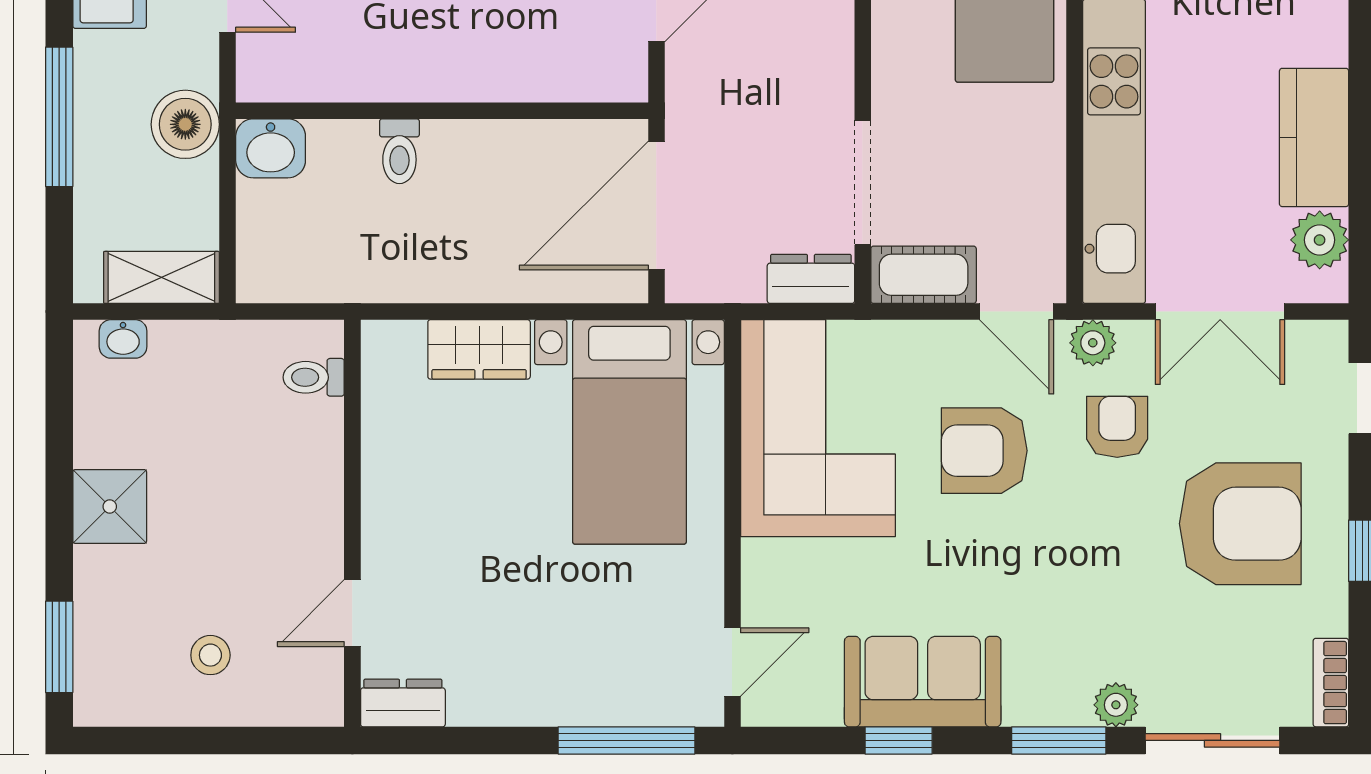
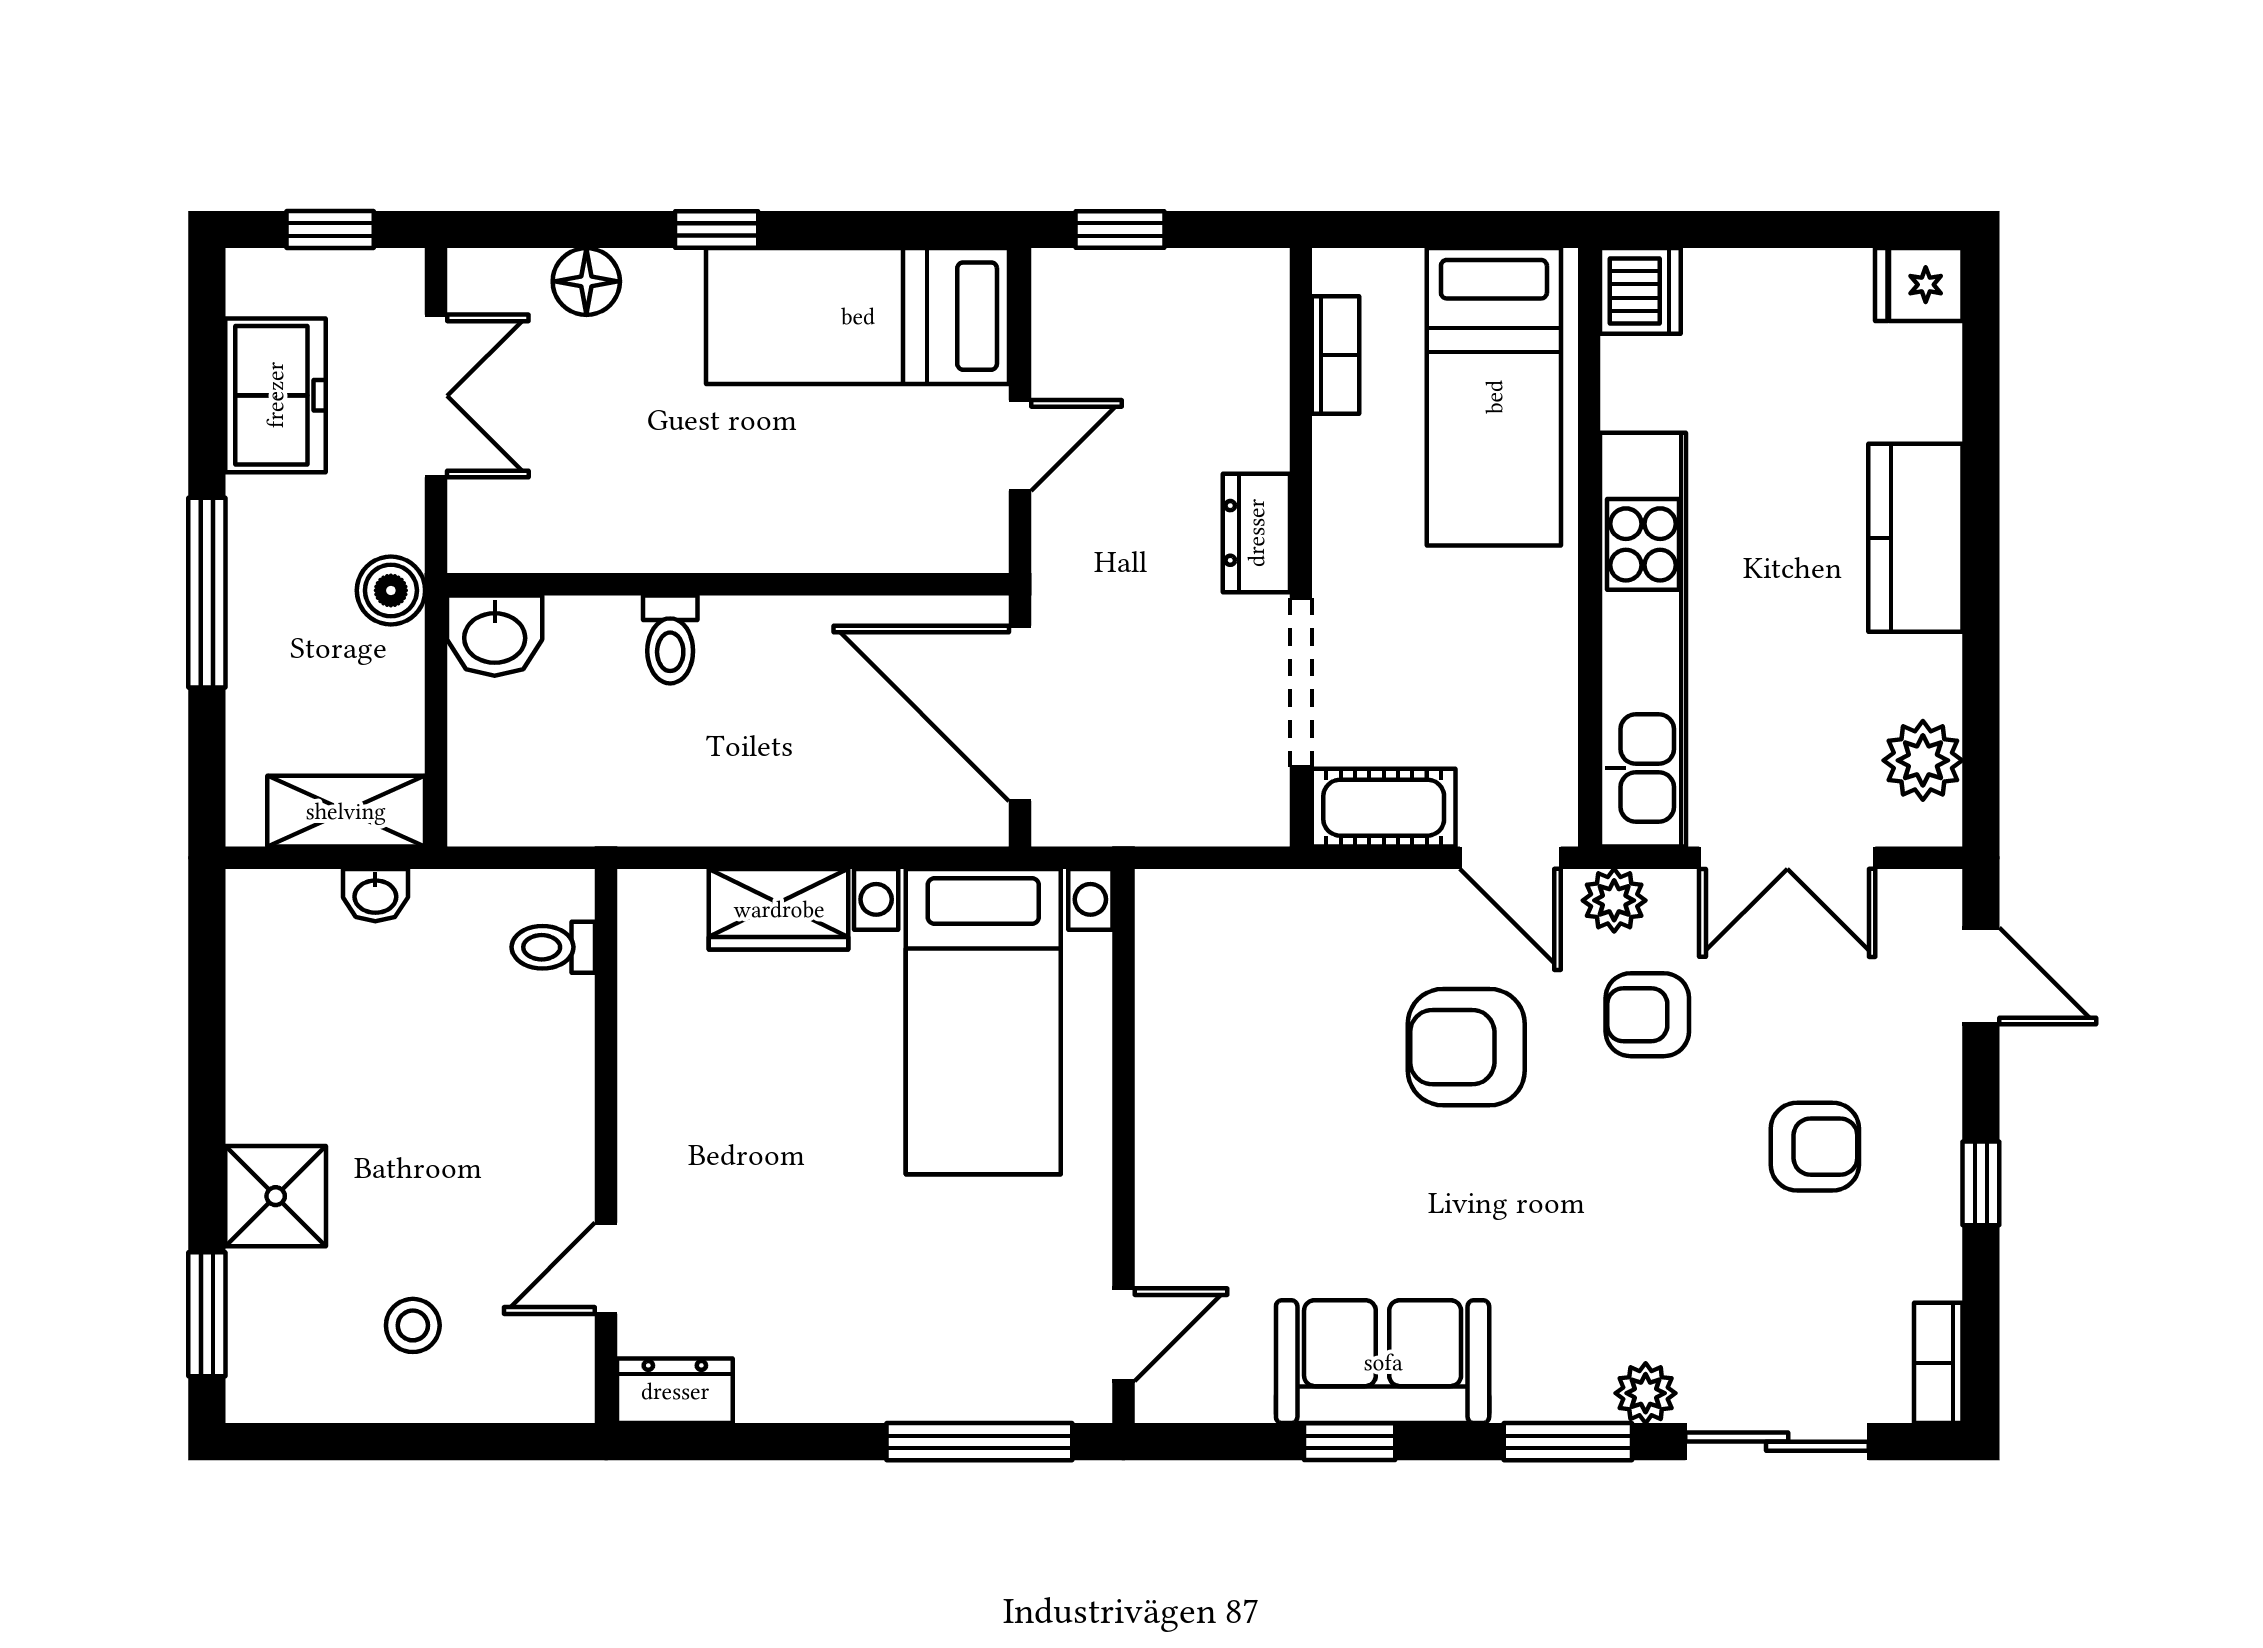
boiler: (185, 124) -> (391, 590), width x0.73, depth x0.73
kitchen counter: (1314, 137) -> (1915, 538), moved
door: (656, 206) -> (1020, 713), hinge flipped
dresser: (811, 279) -> (1256, 533), moved, turned -90
washbasin: (123, 339) -> (375, 895), moved
armchair: (1117, 427) -> (1647, 1015), turned -90
corner sofa: (818, 428) -> (1240, 1017), removed
shower: (110, 506) -> (276, 1196), moved
armchair: (1240, 524) -> (1815, 1147), width x0.53, depth x0.53

